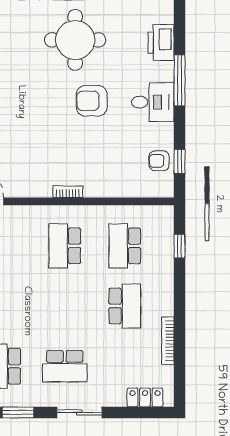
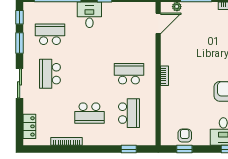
school desk: (125, 246) -> (129, 113), turned 90

